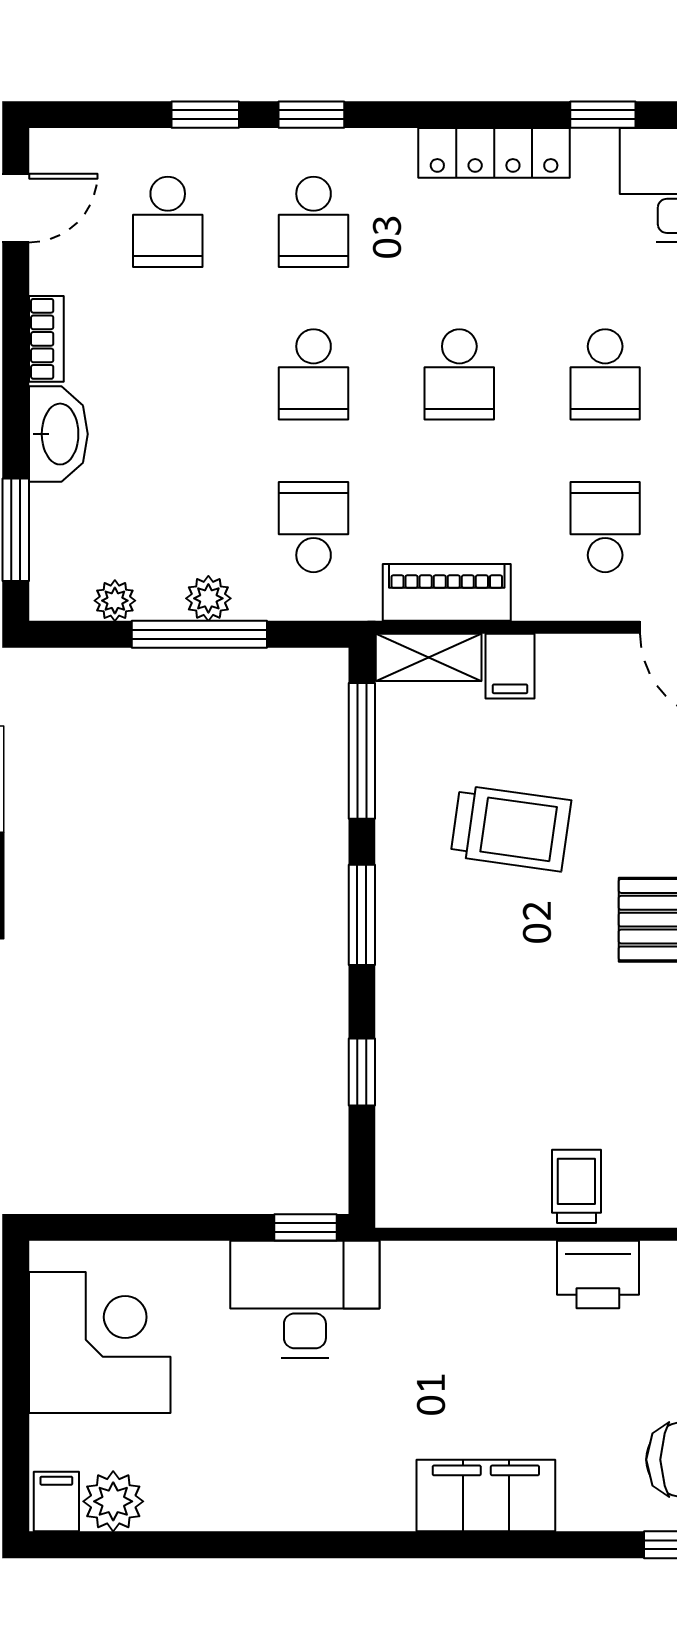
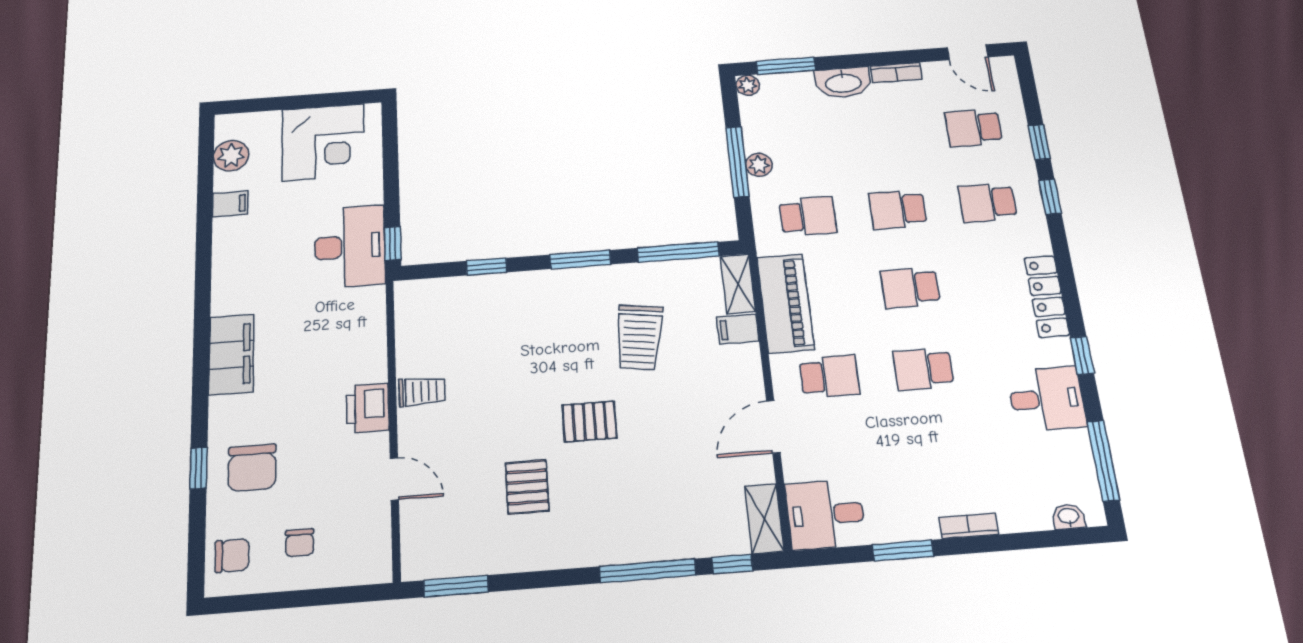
piano: (447, 592) -> (785, 303), width x1.37, depth x1.33
plant: (115, 601) -> (748, 85), moved
filing cabinet: (56, 1502) -> (230, 204), moved

